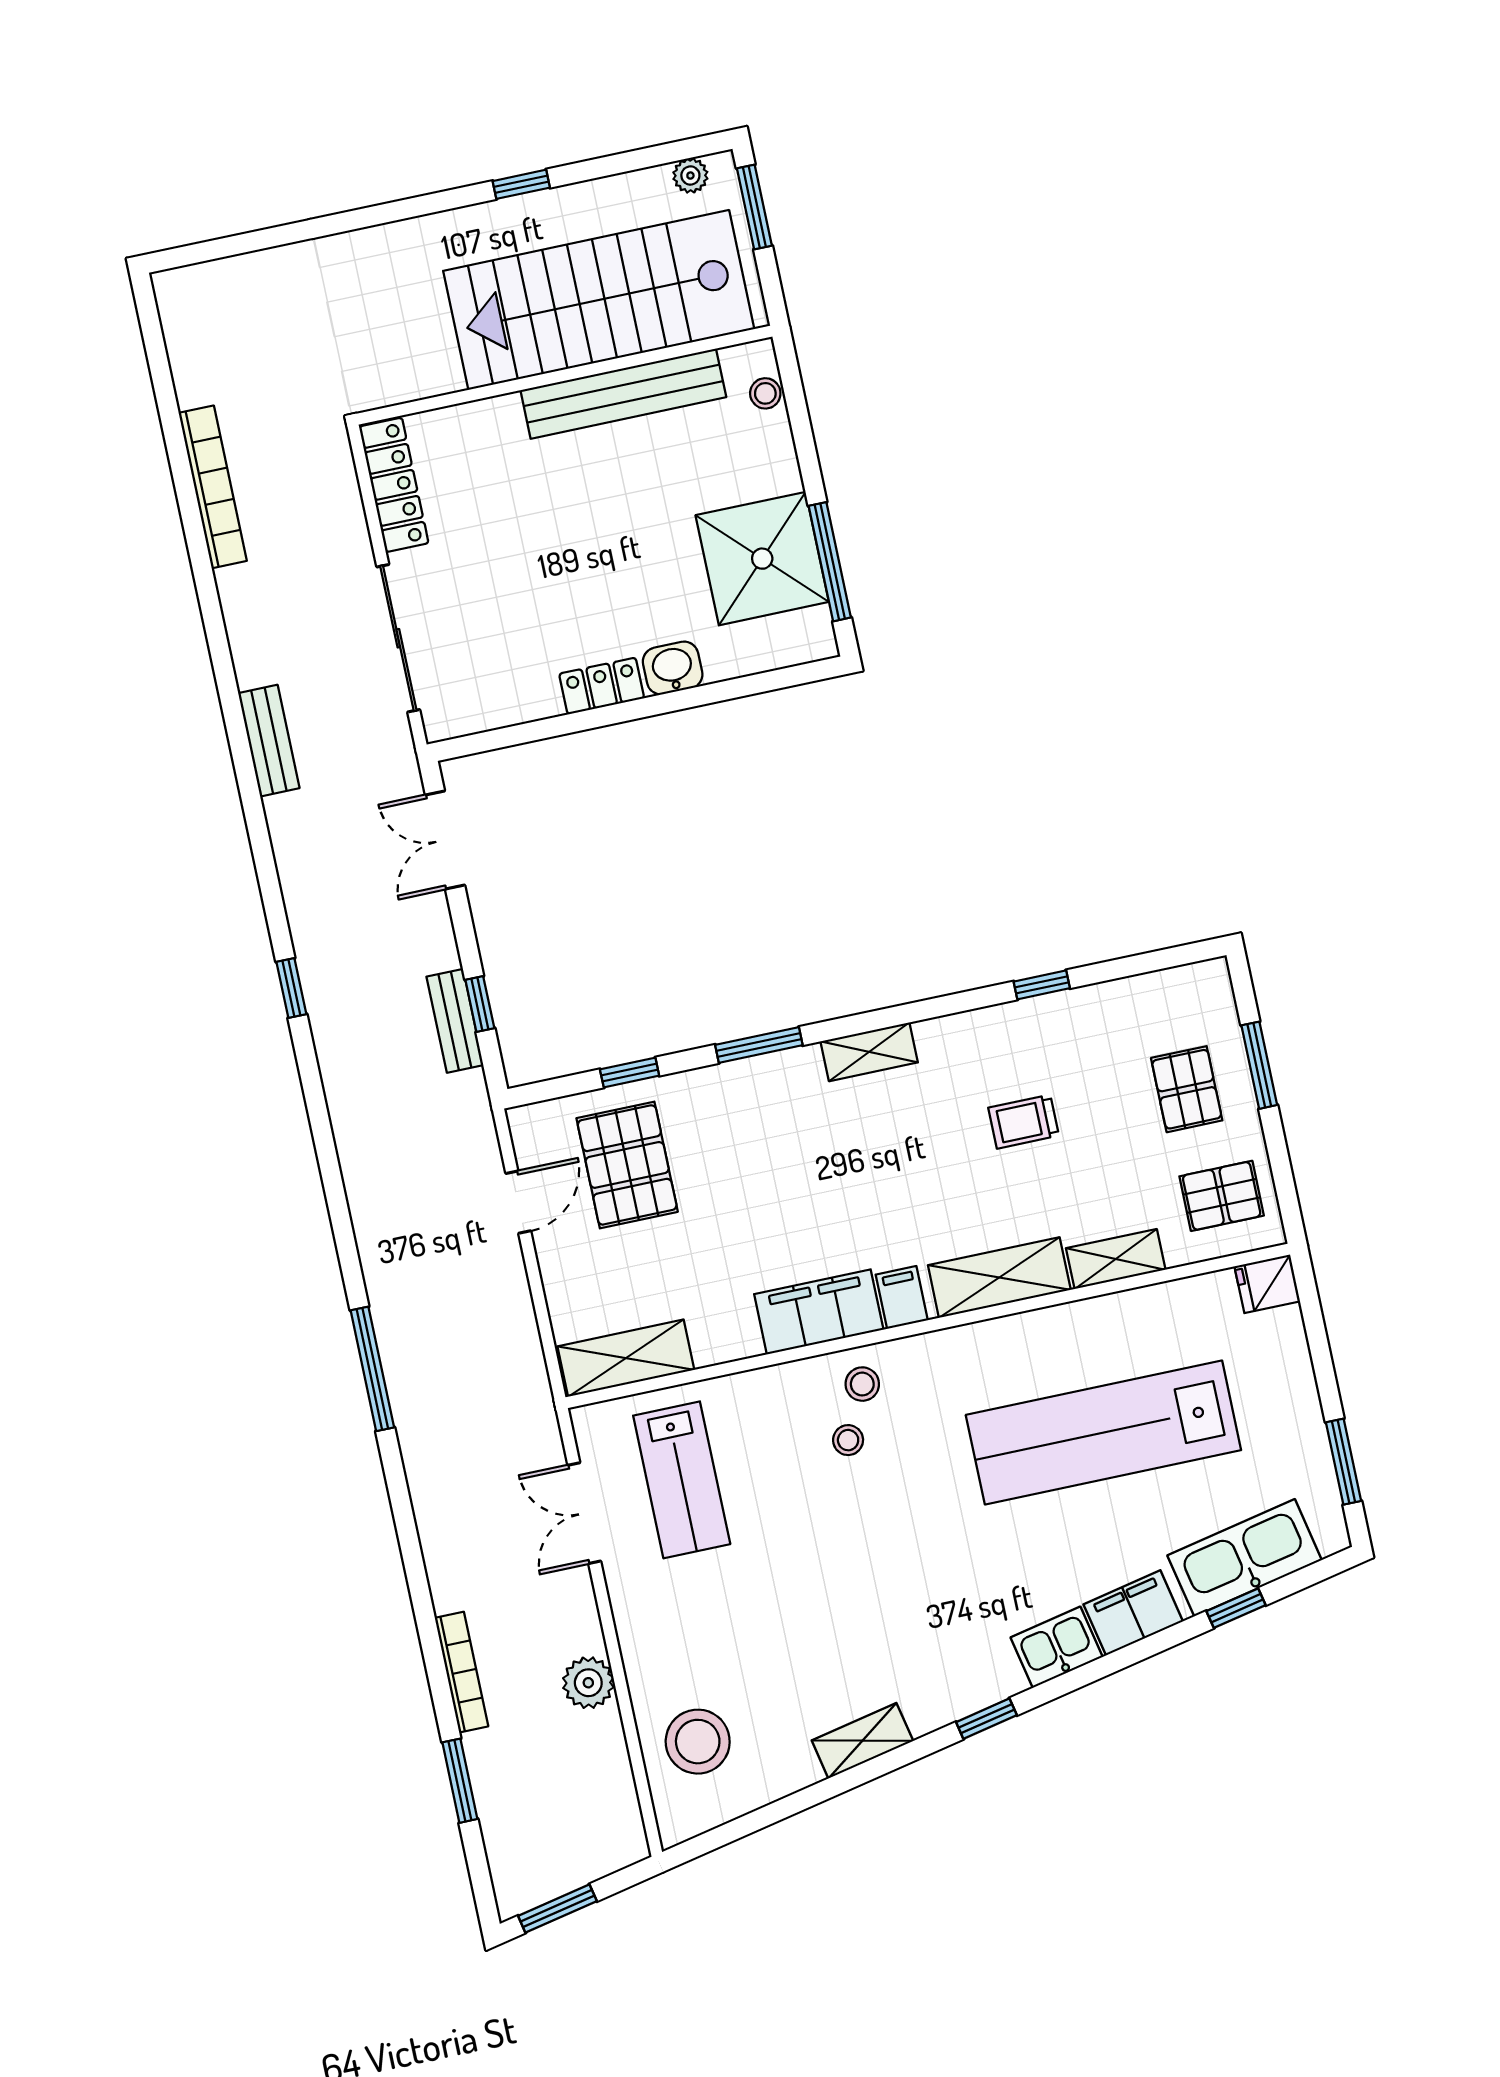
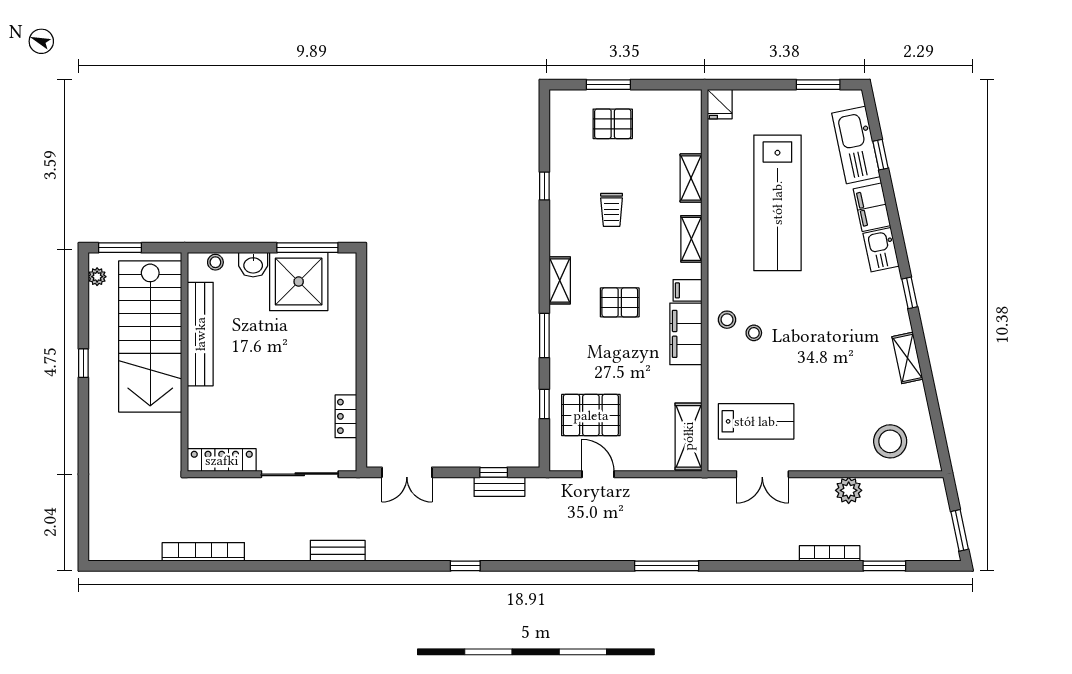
washbasin: (673, 668) -> (253, 265), moved, turned -90
locker: (602, 686) -> (346, 416), moved
pallet: (1222, 1196) -> (620, 302), moved, turned 90
shelving: (999, 1278) -> (691, 239), width x0.67, depth x0.75

